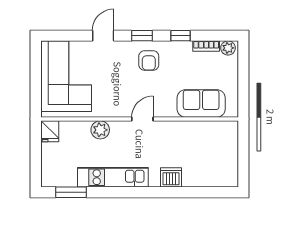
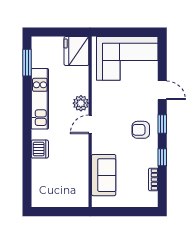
plant: (228, 48) -> (152, 198), removed
door: (142, 119) -> (90, 124), swing flipped
plant: (100, 130) -> (81, 103), moved
fridge: (50, 131) -> (76, 51), width x1.88, depth x1.34

